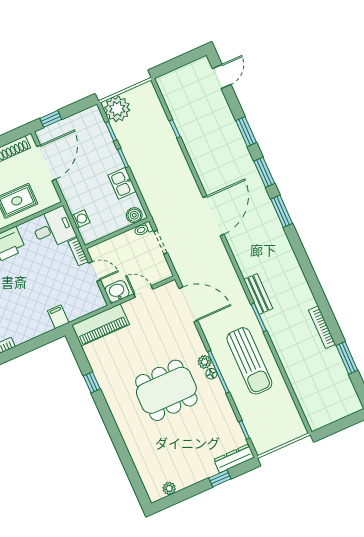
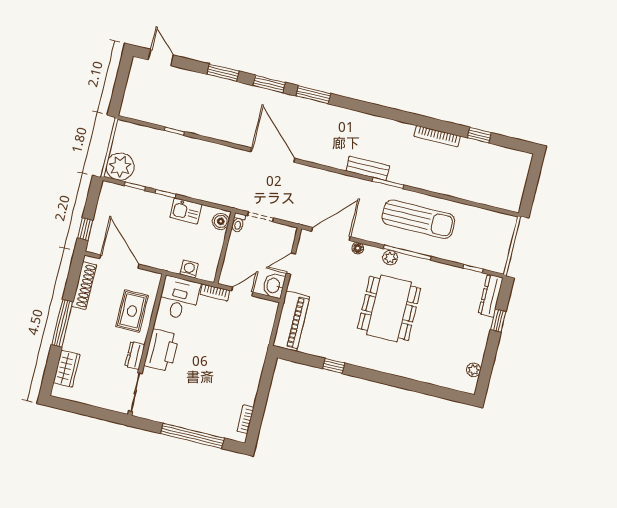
filing cabinet: (58, 317) -> (257, 352), removed
window: (347, 358) -> (479, 135), width x0.67
floor lamp: (211, 374) -> (358, 248), moved

